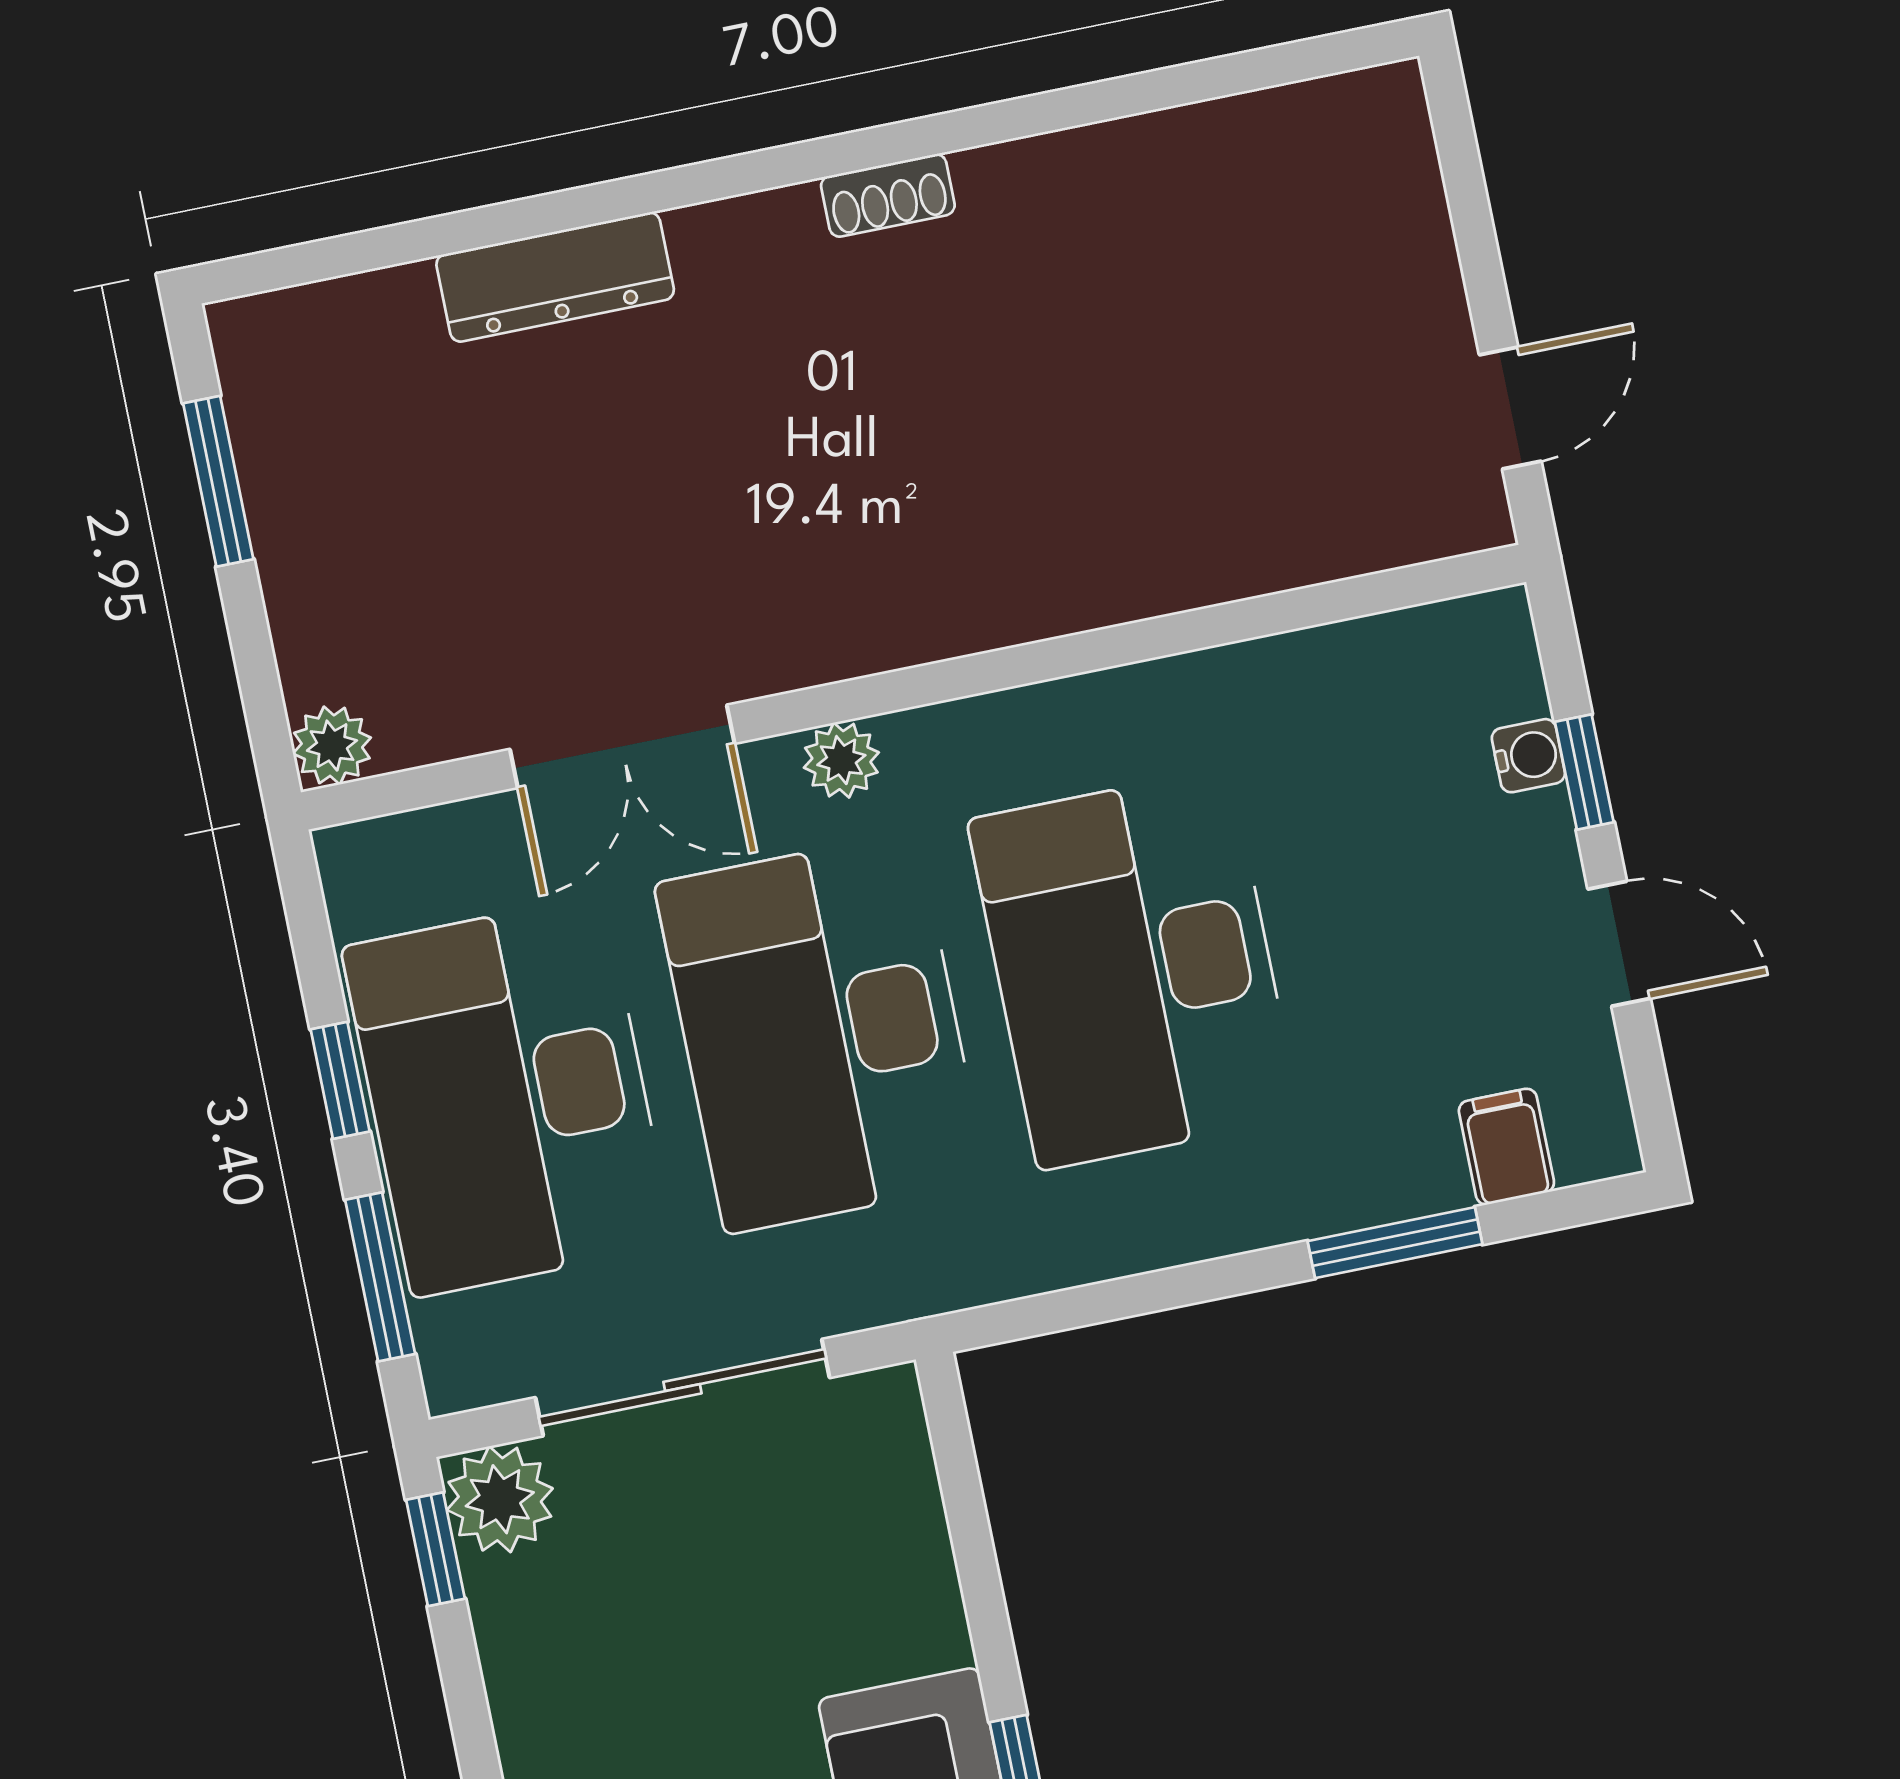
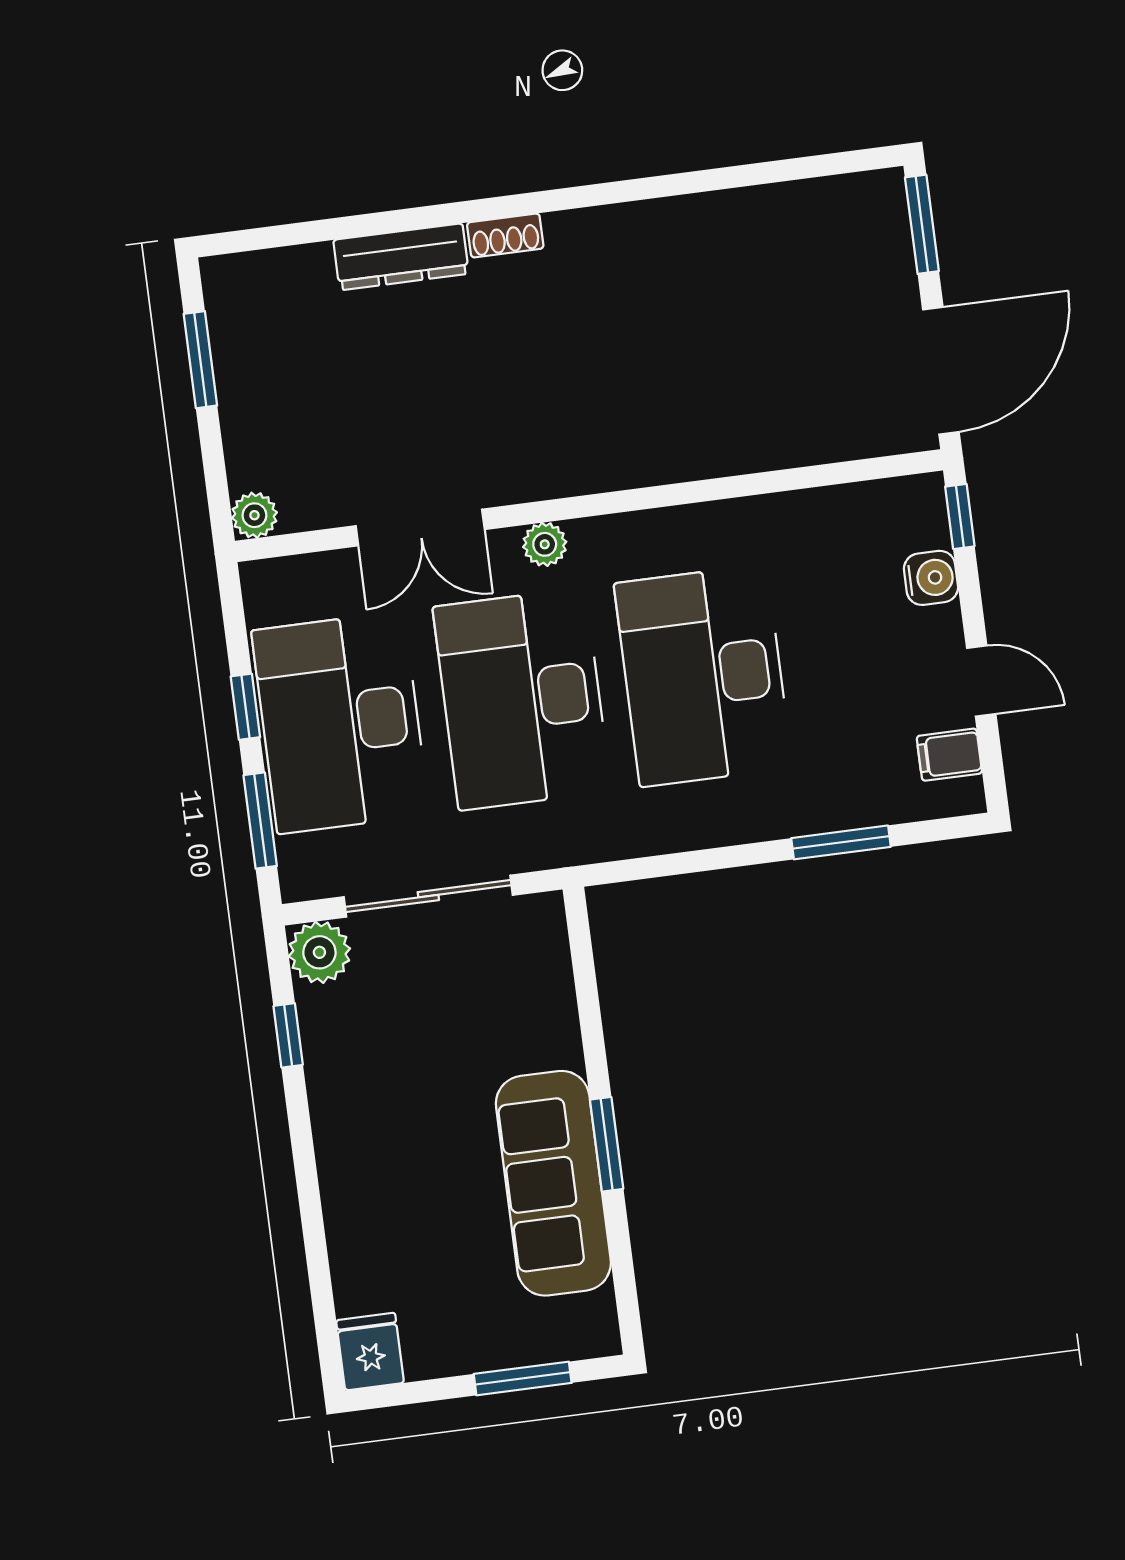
window: (1459, 155) -> (922, 224), added
shoe rack: (888, 195) -> (505, 235), moved
door: (1510, 408) -> (941, 371), width x1.87
water cooler: (1528, 756) -> (931, 578), width x1.38, depth x1.38
window: (1584, 772) -> (960, 516), moved
filing cabinet: (1506, 1147) -> (949, 755), moved, turned -90
window: (436, 1549) -> (288, 1035), moved

